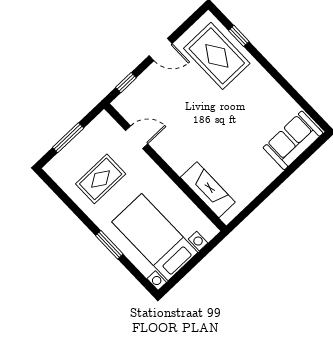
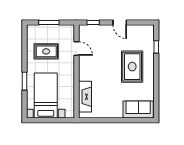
rug: (217, 56) -> (132, 67), moved

